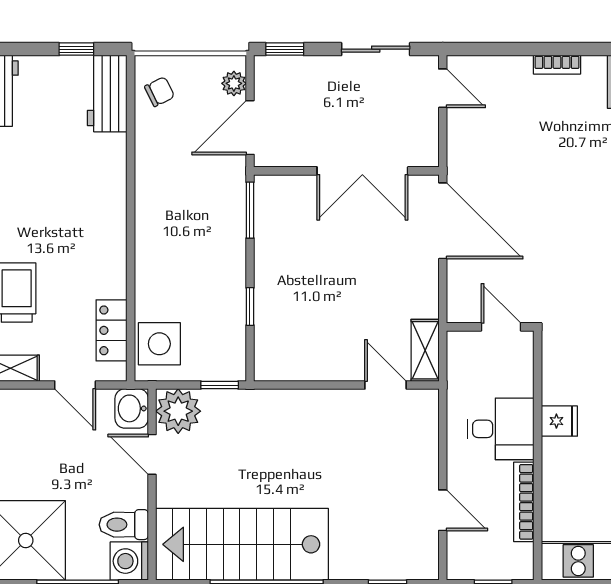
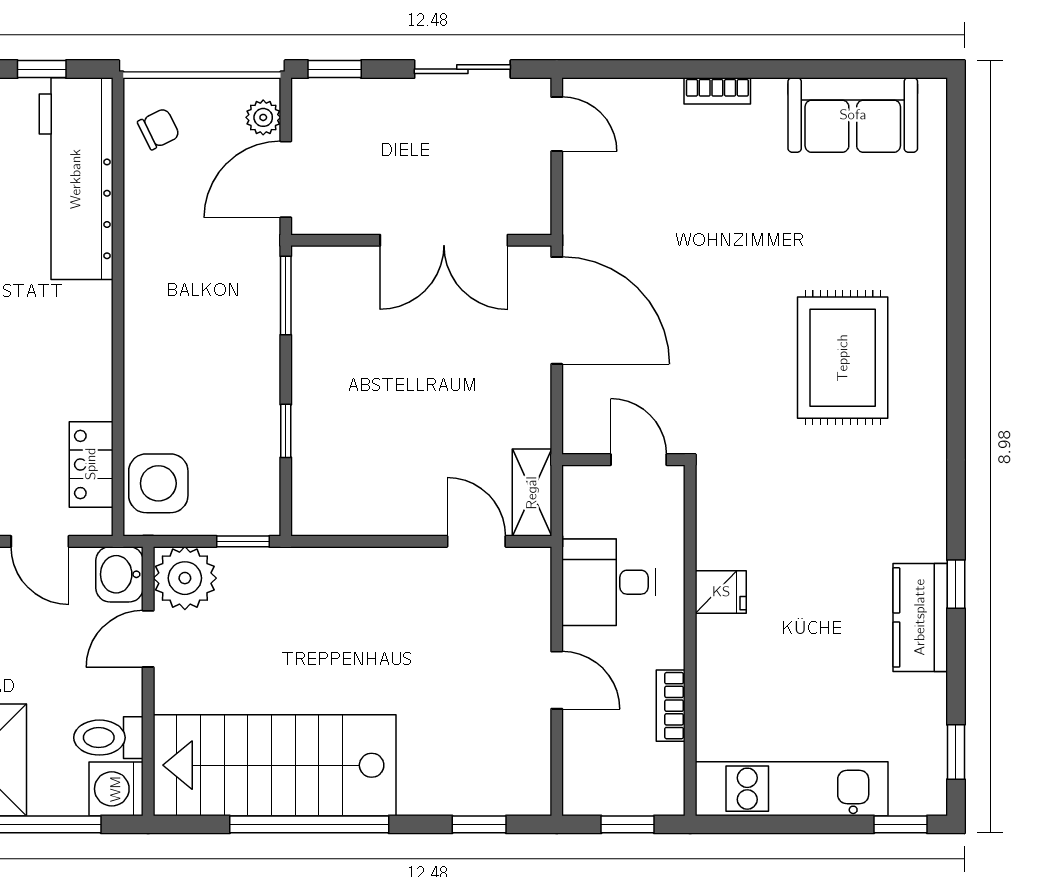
workbench: (107, 93) -> (76, 179), width x1.88, depth x1.32
desk: (501, 429) -> (609, 582), moved, turned 180
door: (152, 454) -> (148, 639), hinge flipped
bookcase: (524, 502) -> (671, 706), width x0.64
door: (443, 510) -> (557, 680), moved

